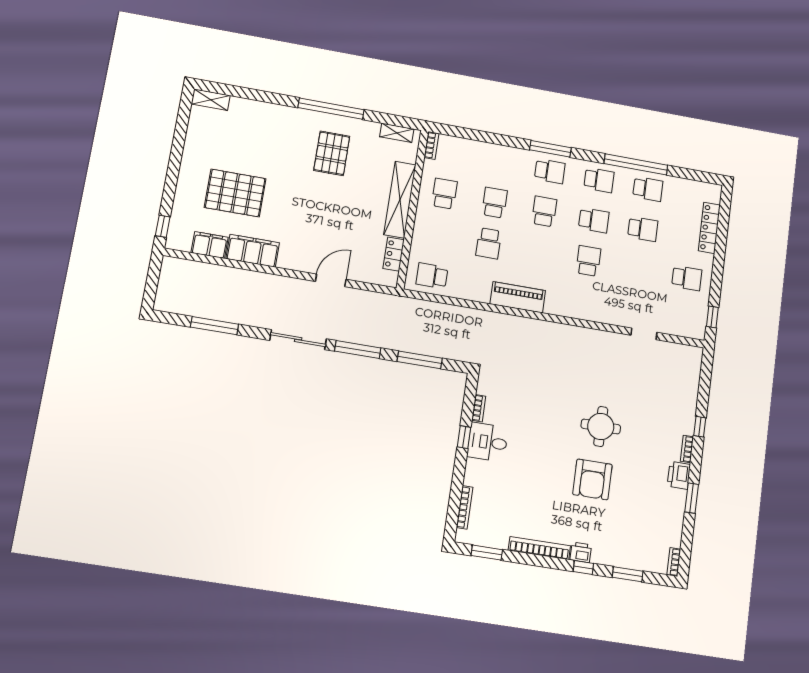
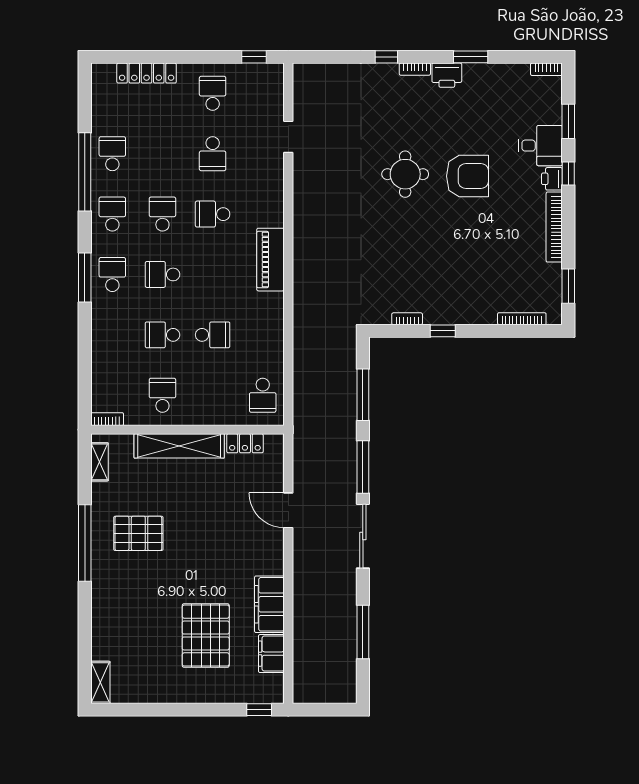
school desk: (444, 194) -> (162, 395), turned 90
school desk: (643, 229) -> (213, 154), moved, turned 180
piano: (518, 297) -> (271, 260), moved
desk: (488, 442) -> (540, 146), moved, turned -90

